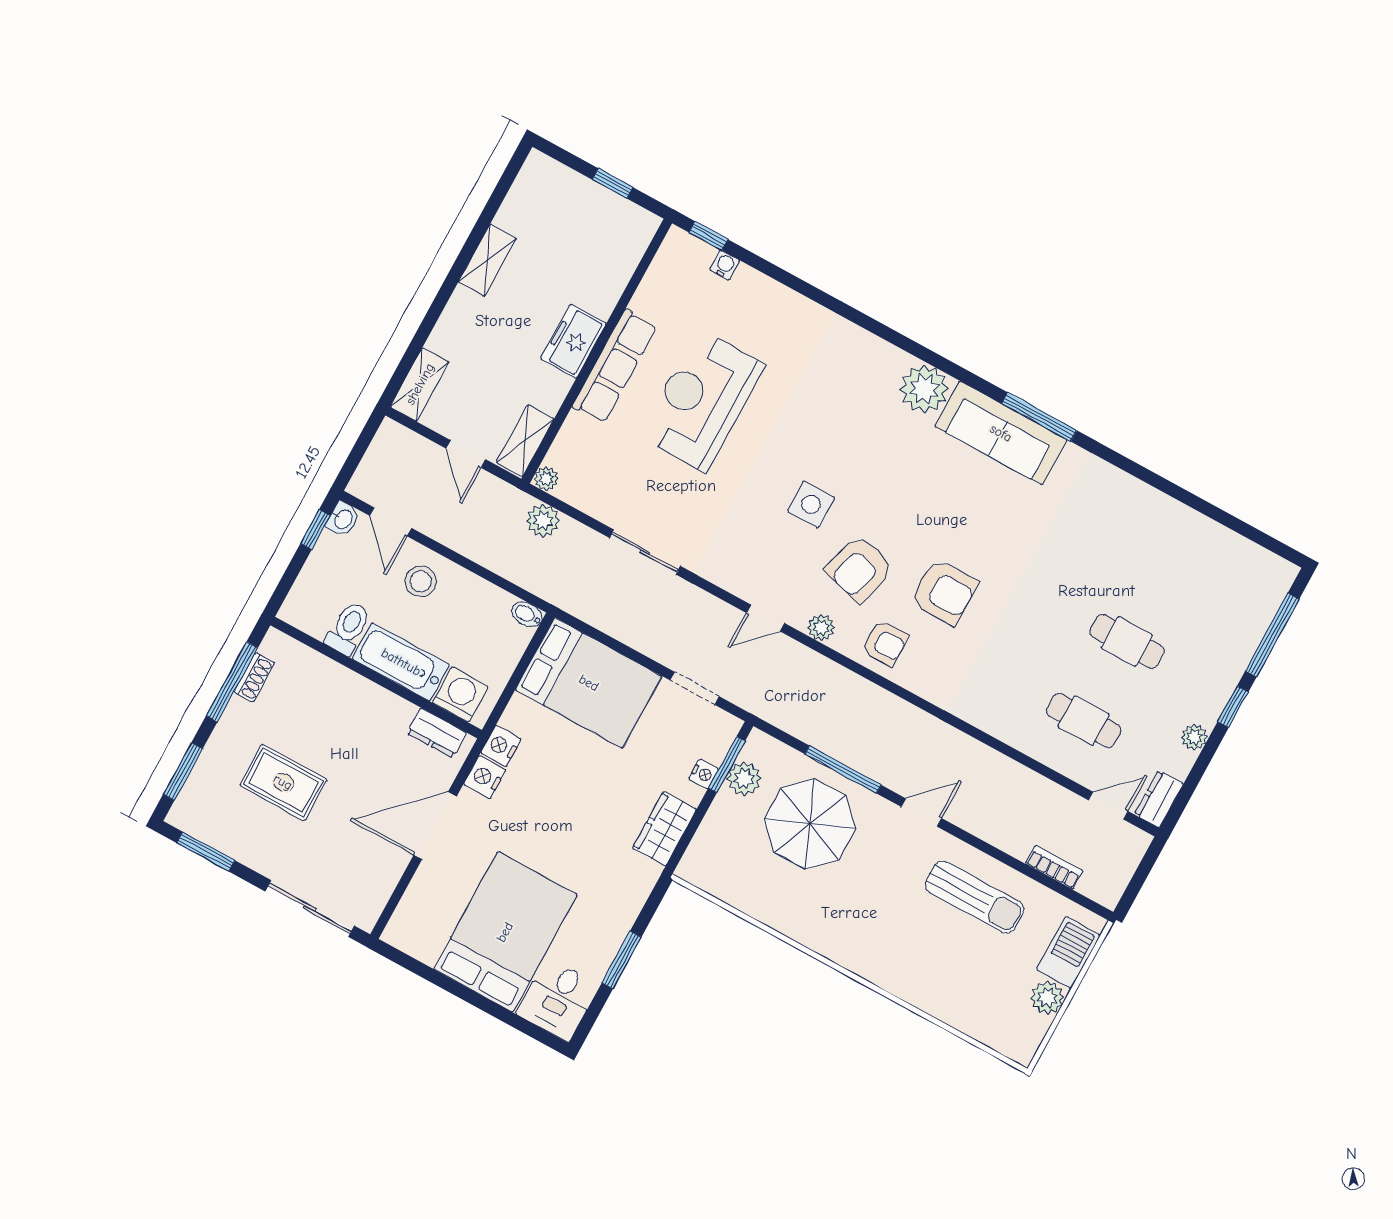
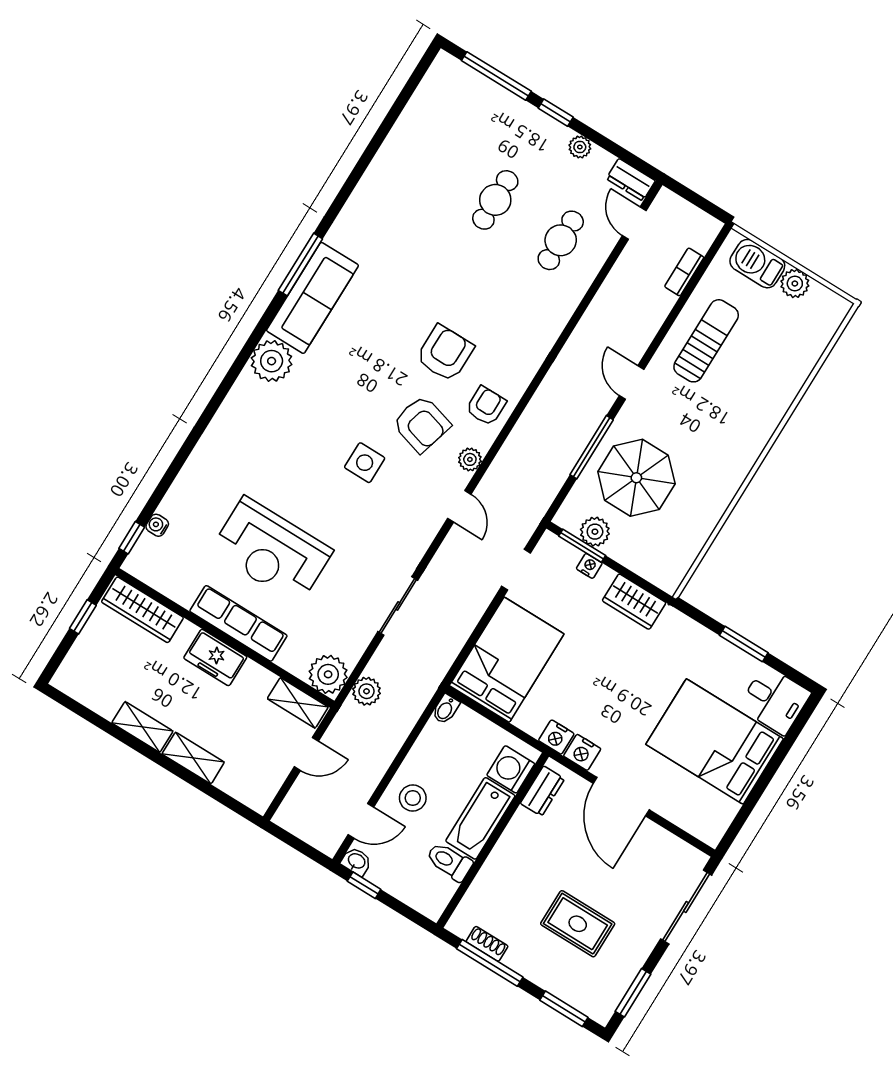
wardrobe: (625, 253) -> (142, 610), added
shelving: (420, 384) -> (193, 758), moved
plant: (546, 479) -> (328, 674), width x1.87, depth x1.87
rug: (283, 782) -> (578, 924), turned 90

